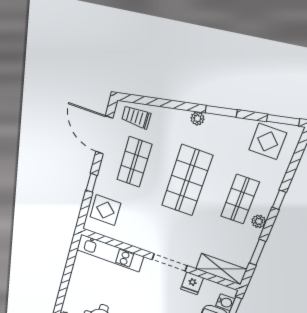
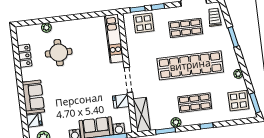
window: (221, 111) -> (233, 37), moved
plant: (197, 119) -> (238, 74), moved
shop shelf: (187, 181) -> (190, 65), width x1.40
window: (85, 208) -> (138, 9), added
plant: (259, 221) -> (176, 122), moved

